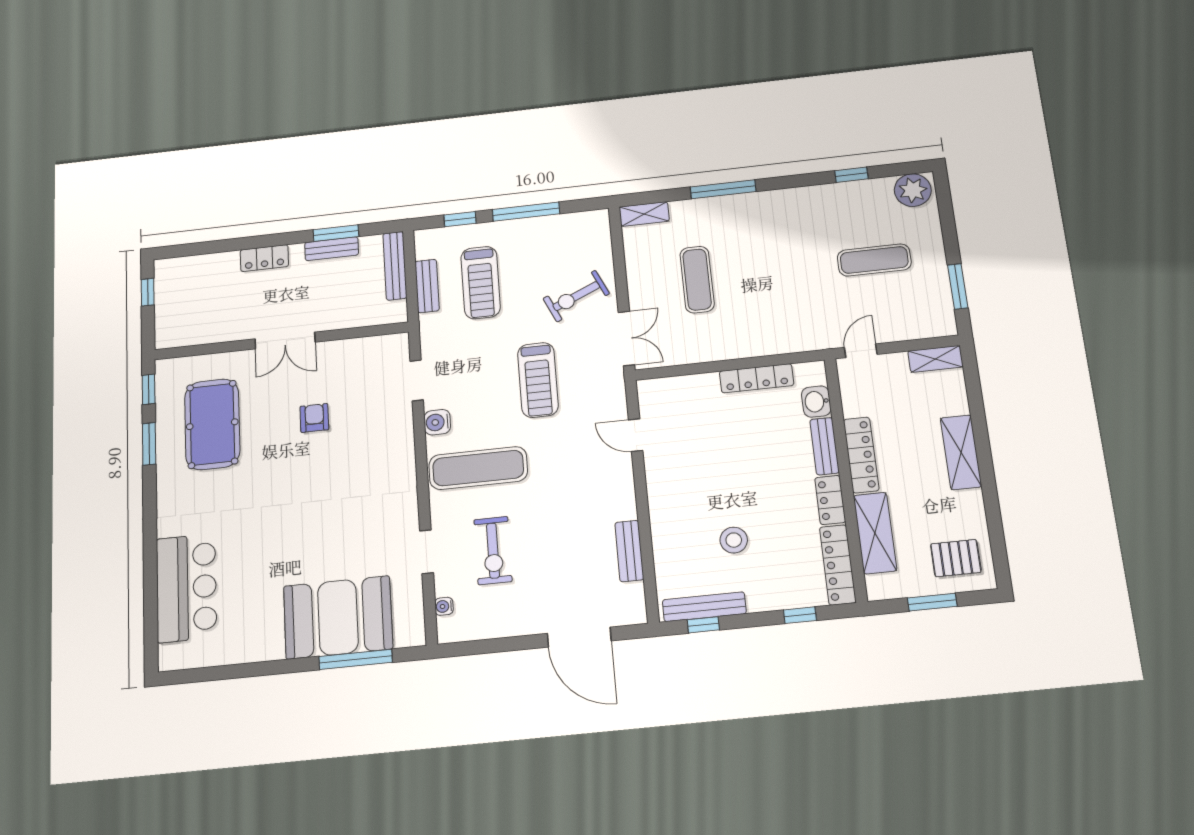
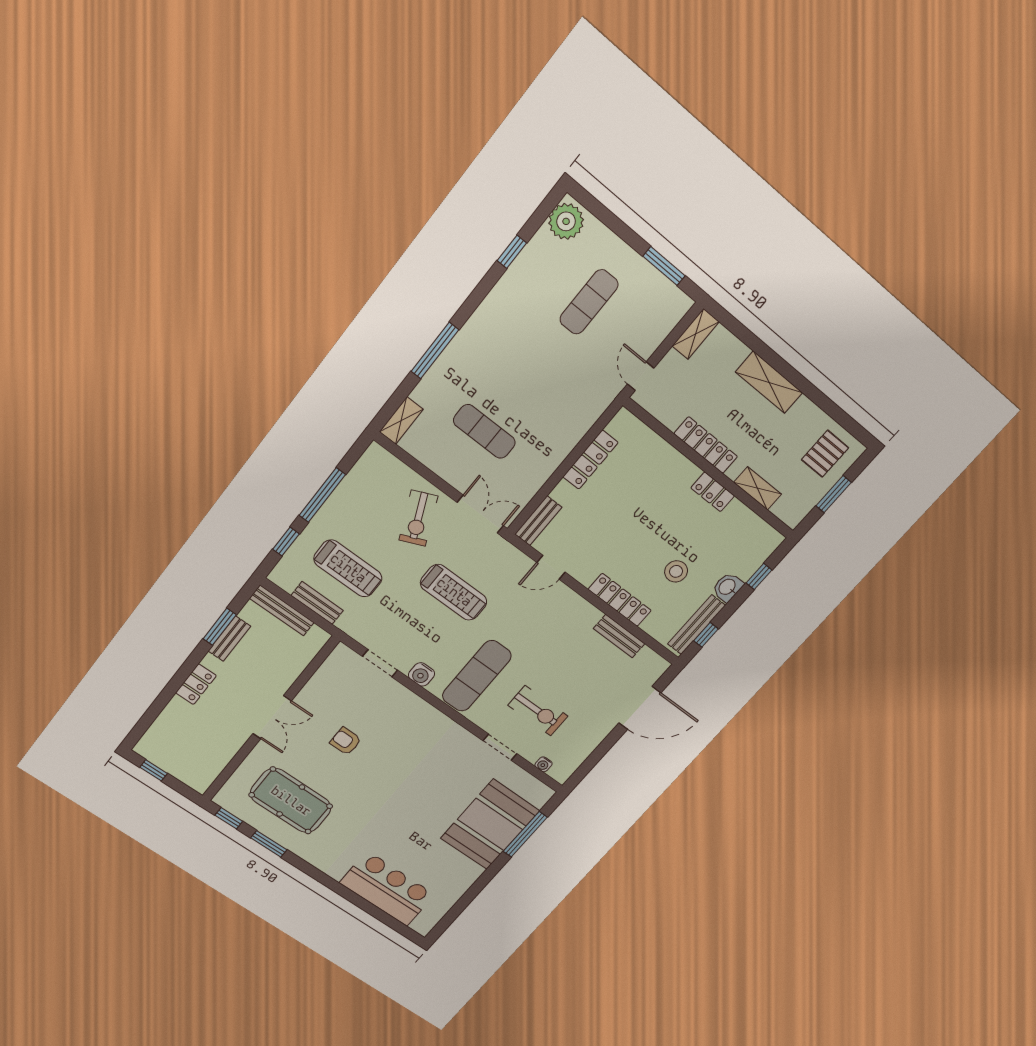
washbasin: (816, 402) -> (728, 587), moved, turned 90
bench: (825, 446) -> (538, 521), moved, turned 90
shelving: (875, 533) -> (758, 488), width x0.67, depth x0.75
locker: (838, 565) -> (620, 600), moved, turned 180

